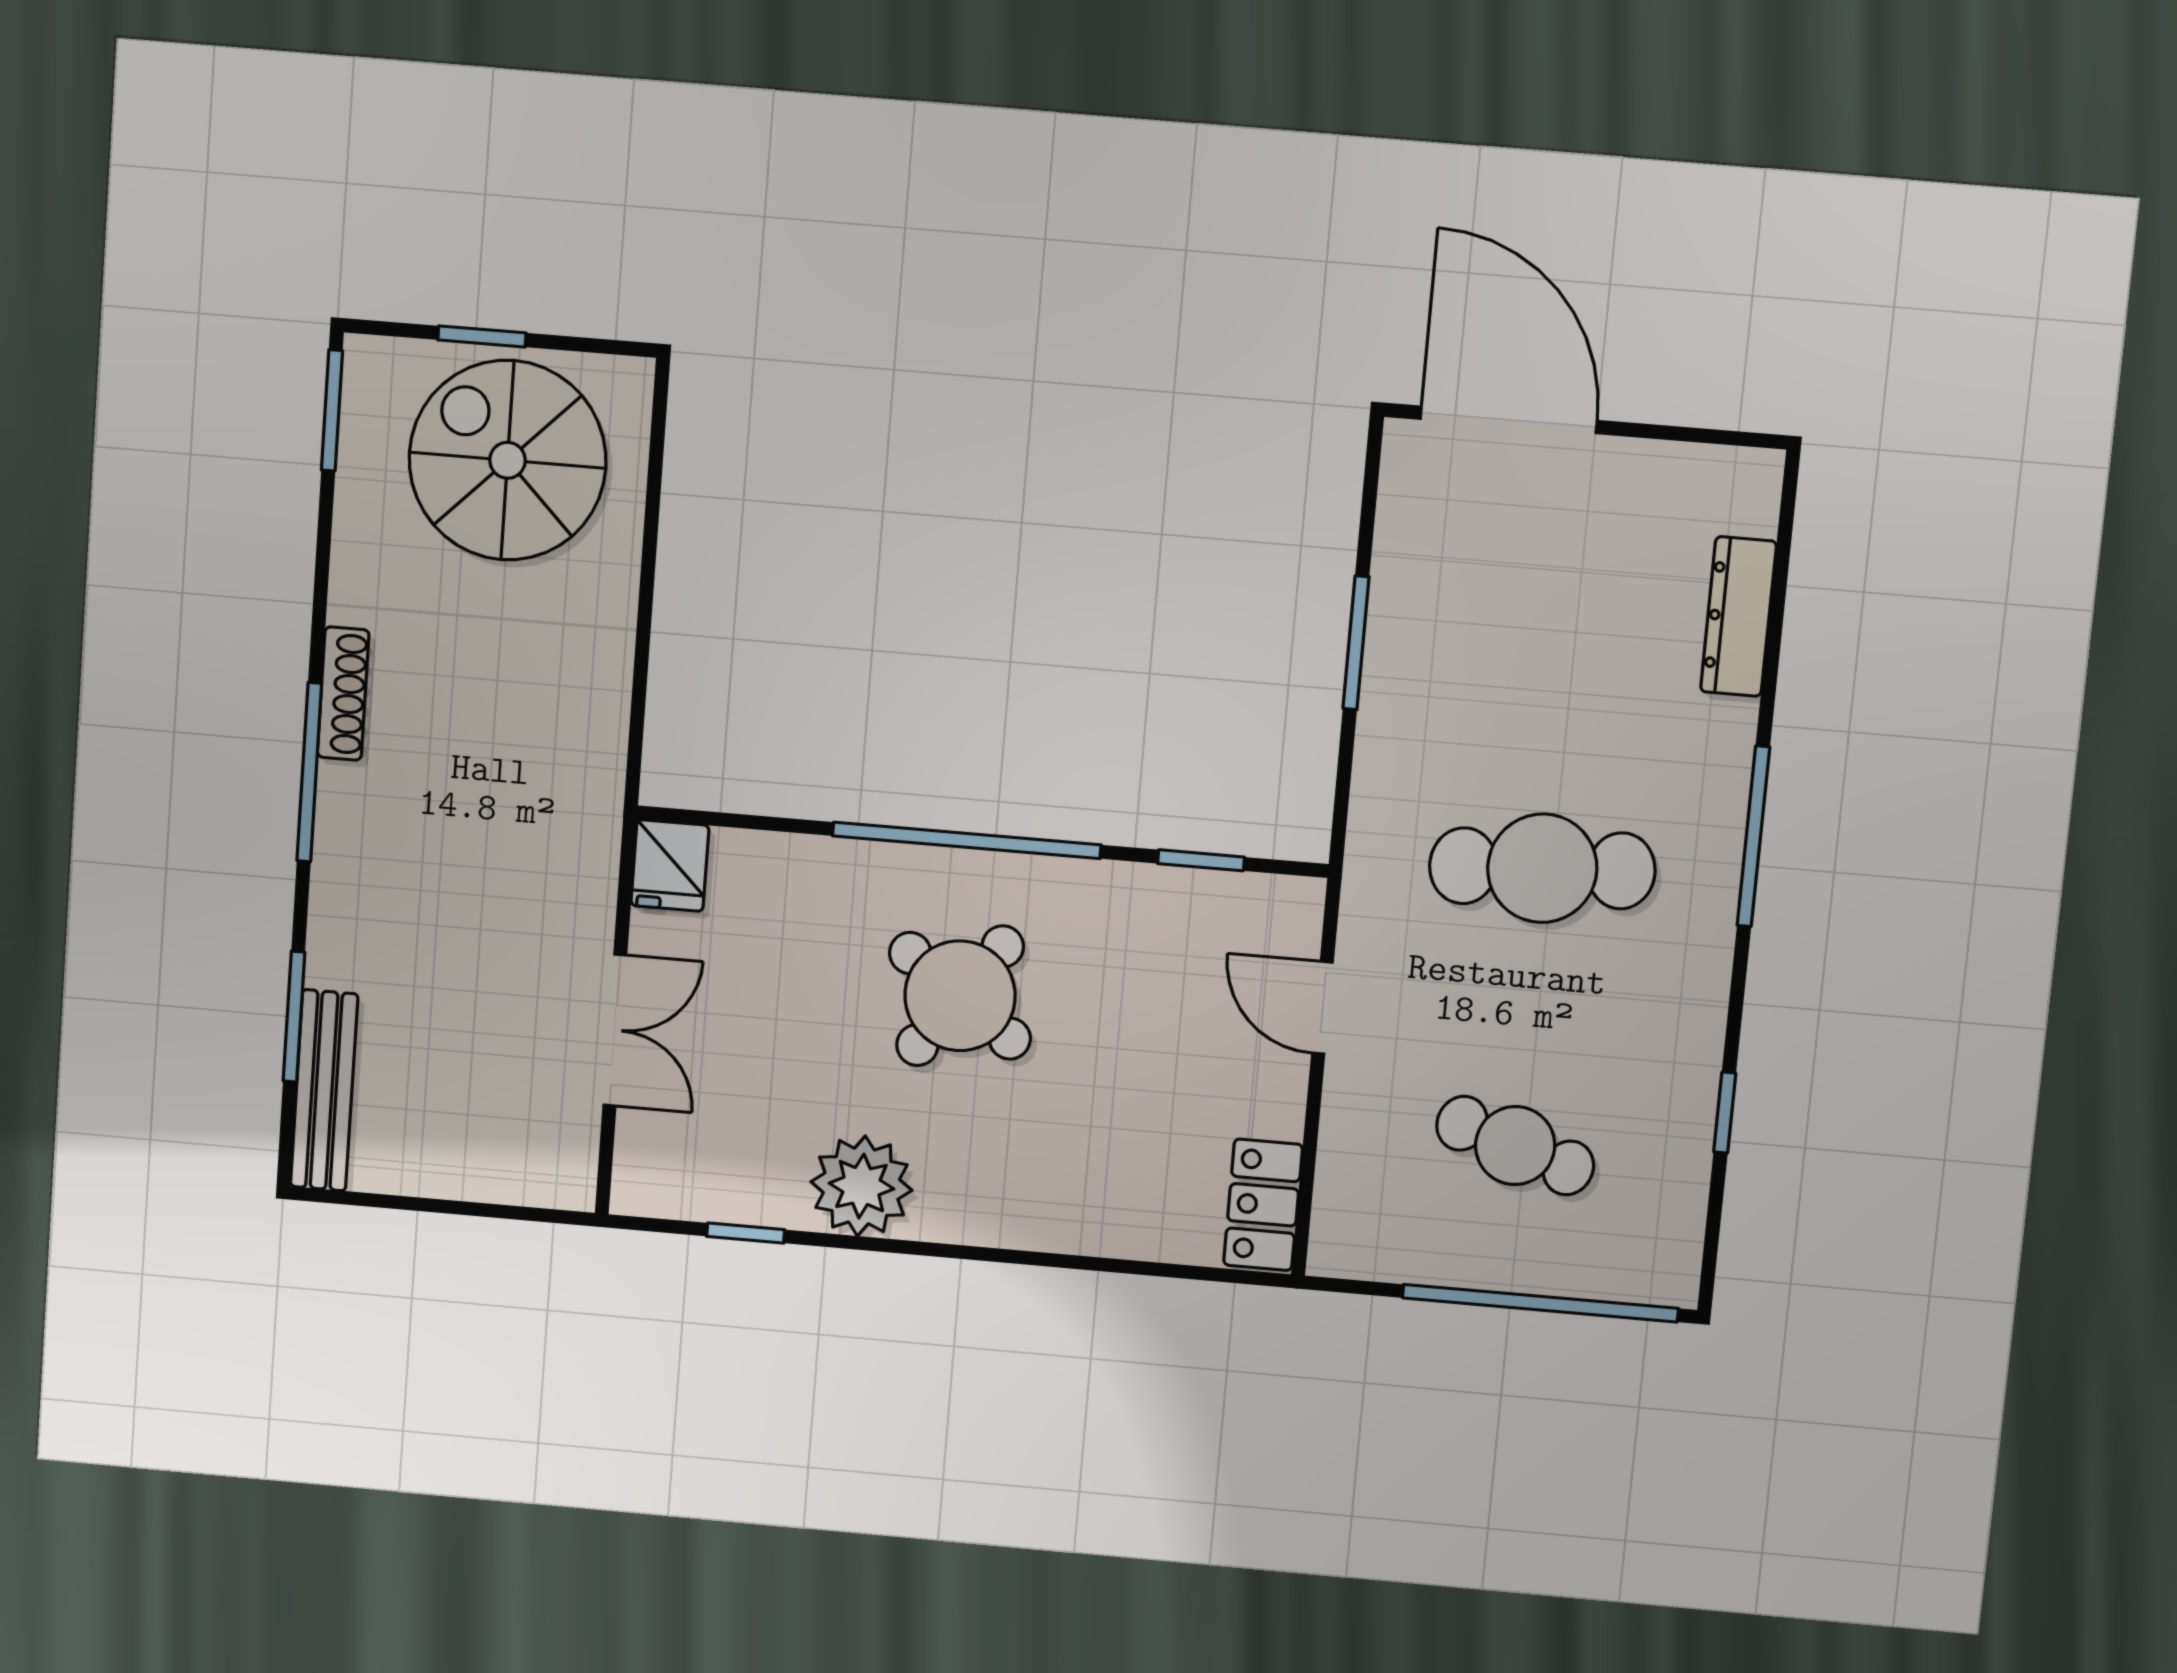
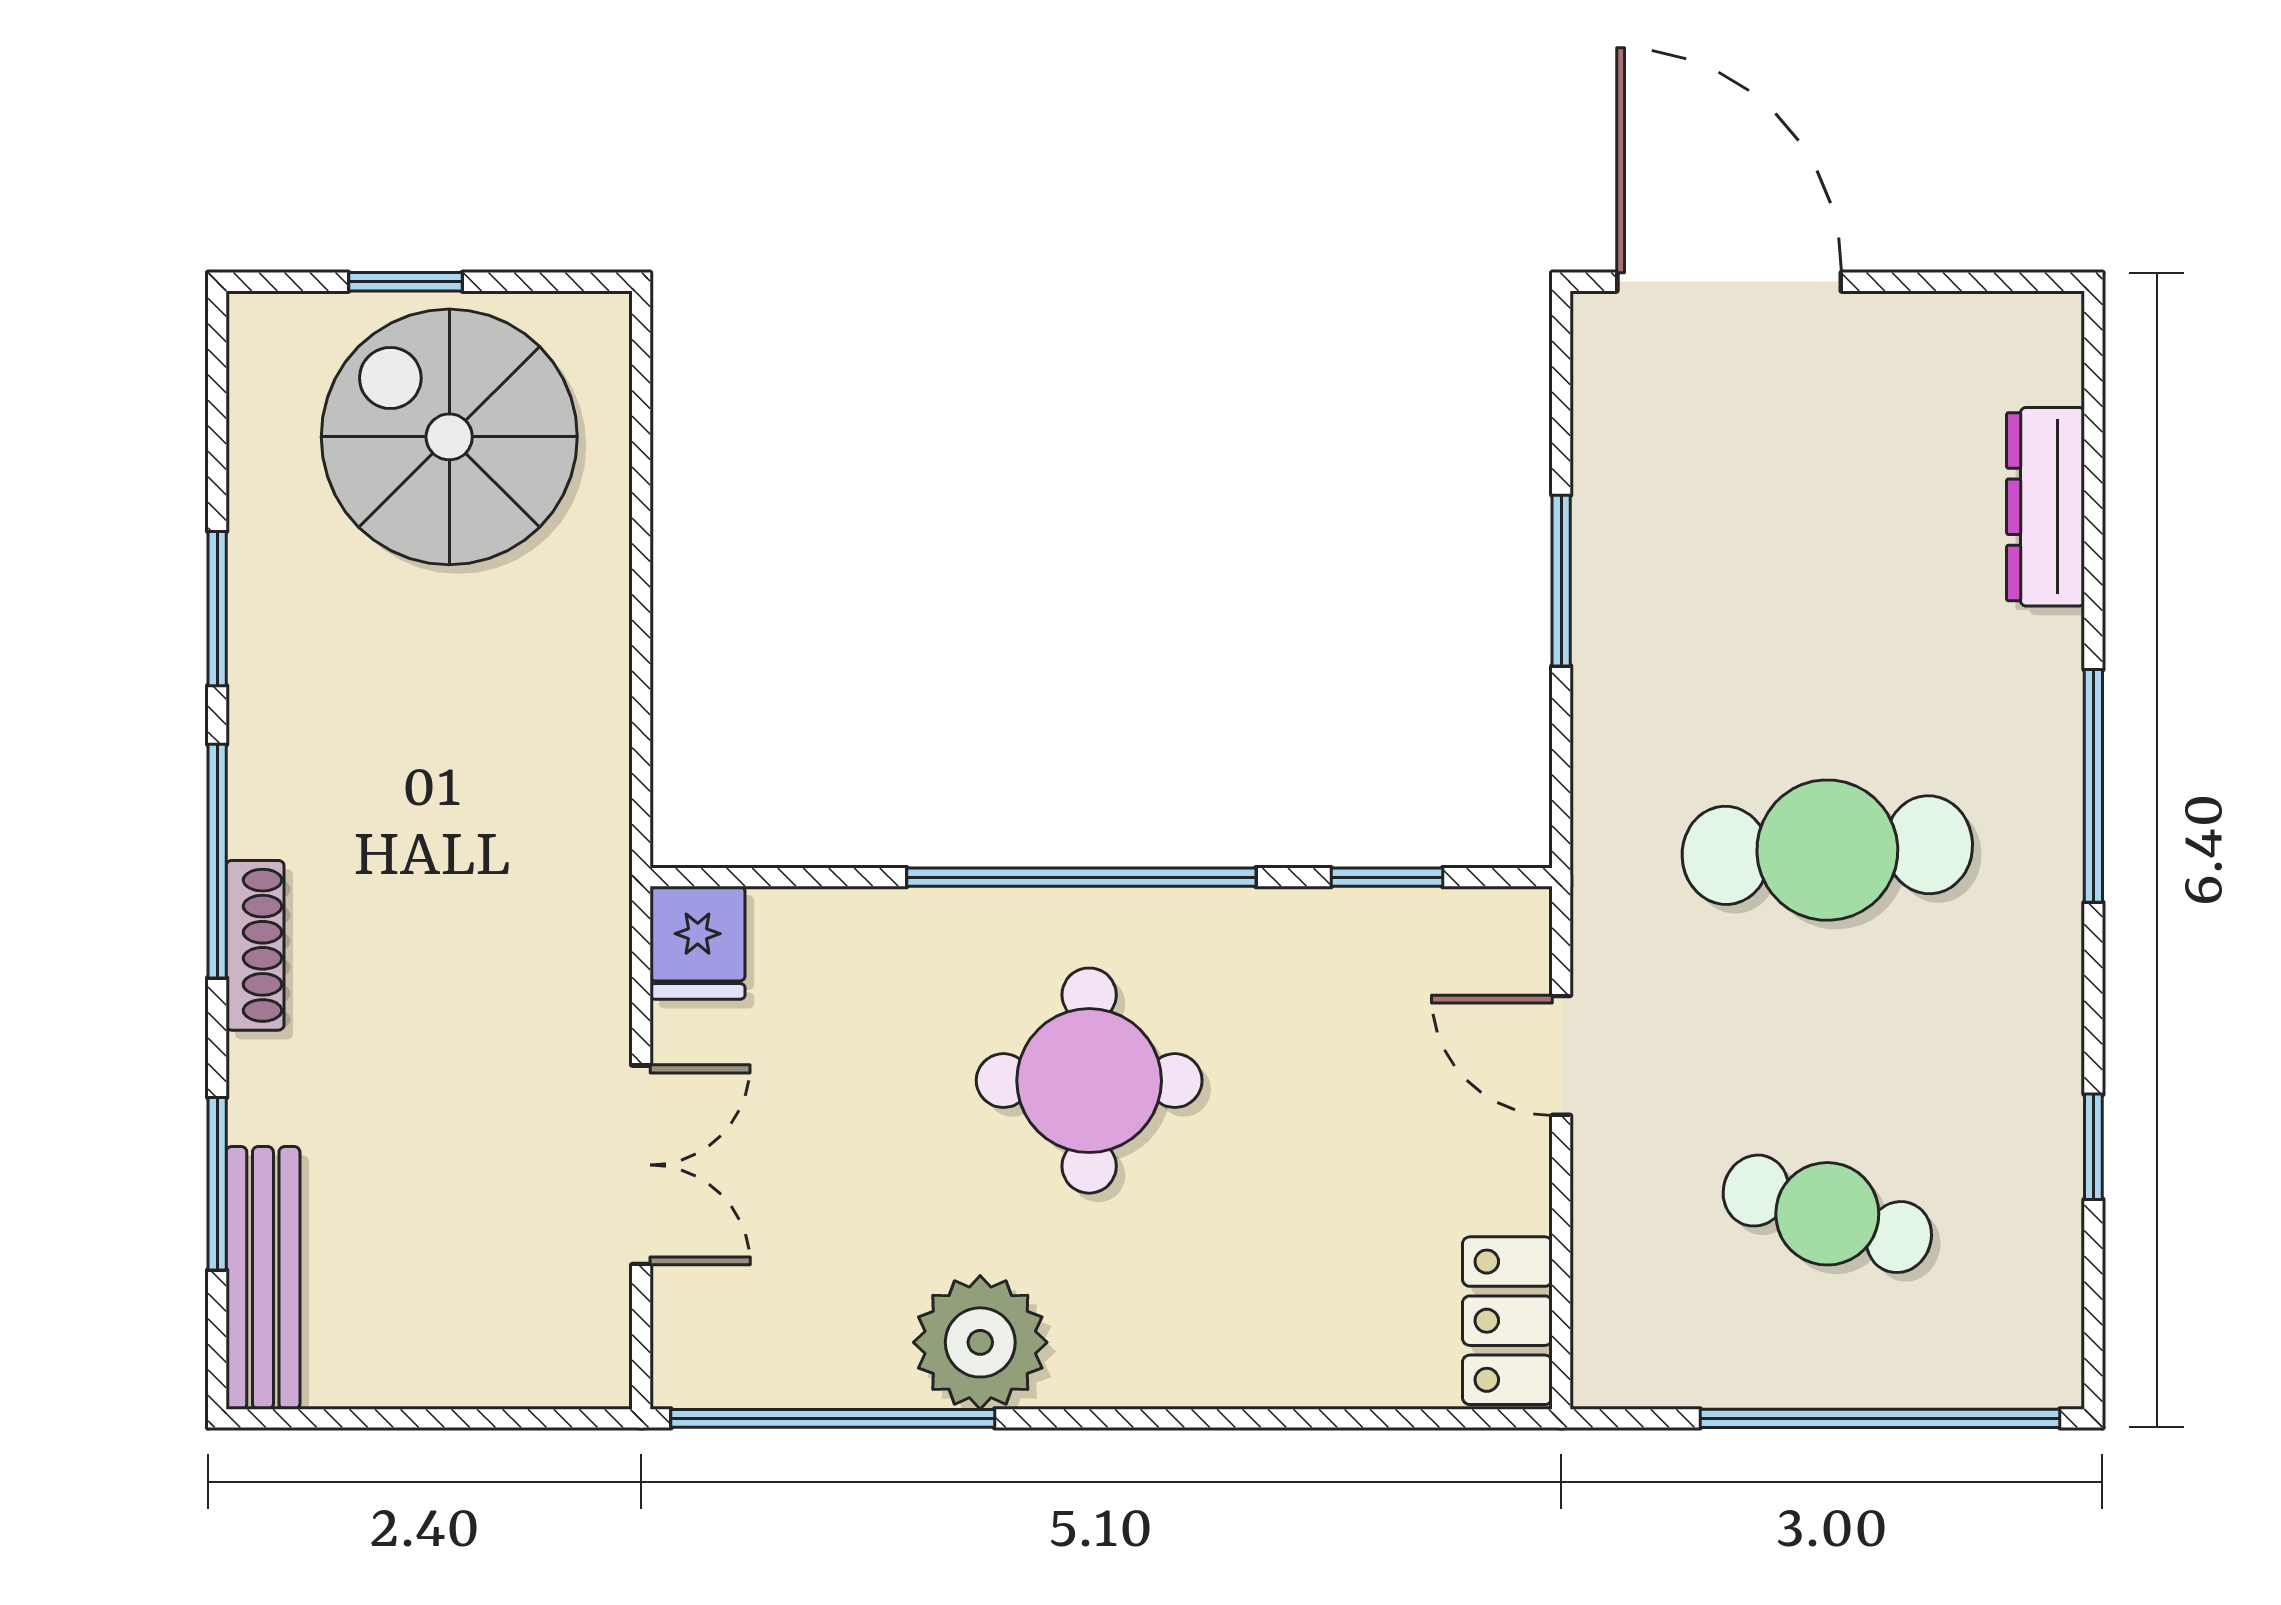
window: (332, 410) -> (217, 609), moved
shoe rack: (343, 694) -> (255, 945), moved
round table: (960, 996) -> (1089, 1081), turned -36
window: (746, 1233) -> (833, 1418), width x3.17

